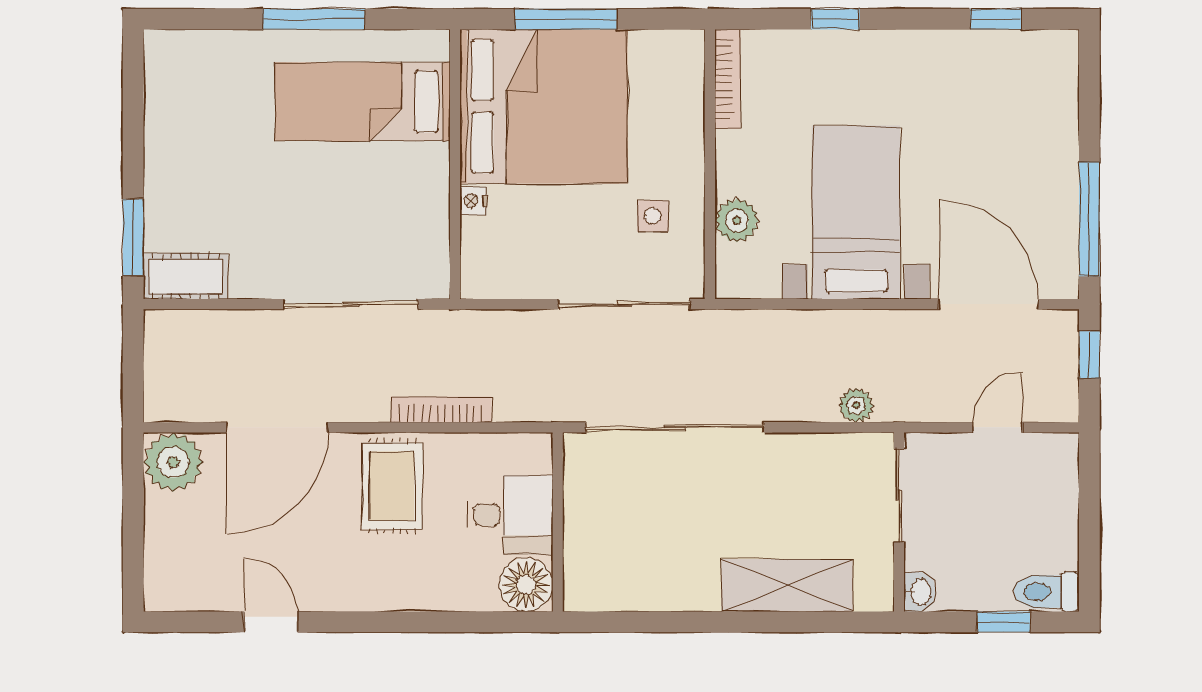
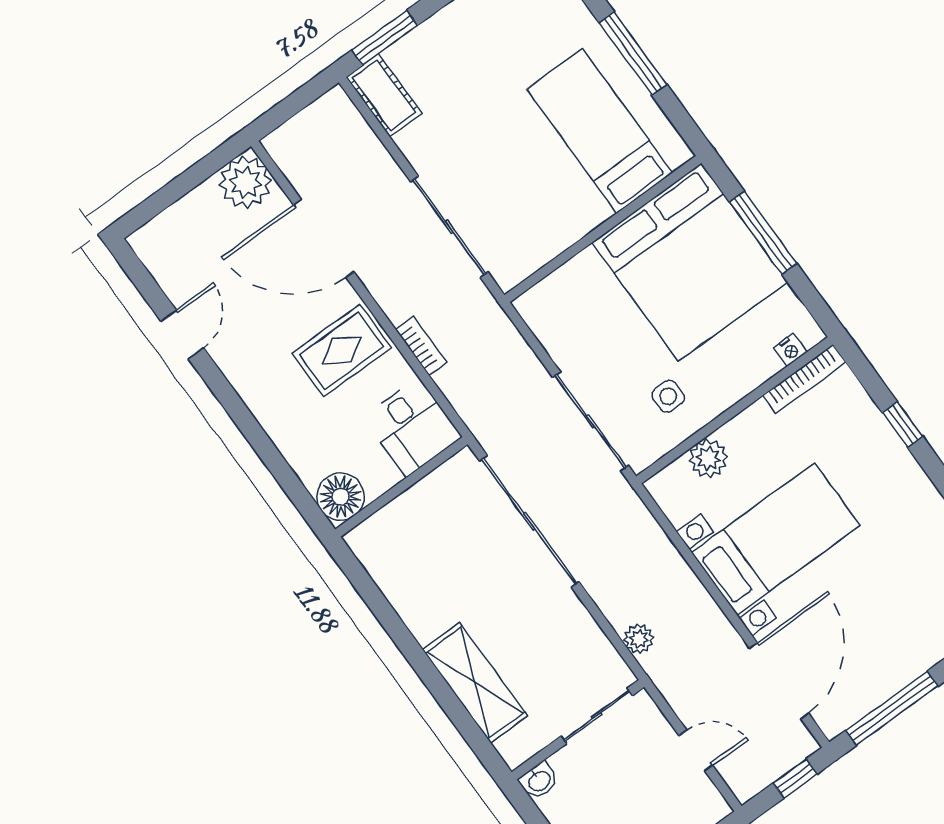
nightstand: (473, 201) -> (790, 350), moved, turned 180
bookcase: (441, 410) -> (421, 346), width x0.64
desk: (510, 515) -> (412, 427), moved

